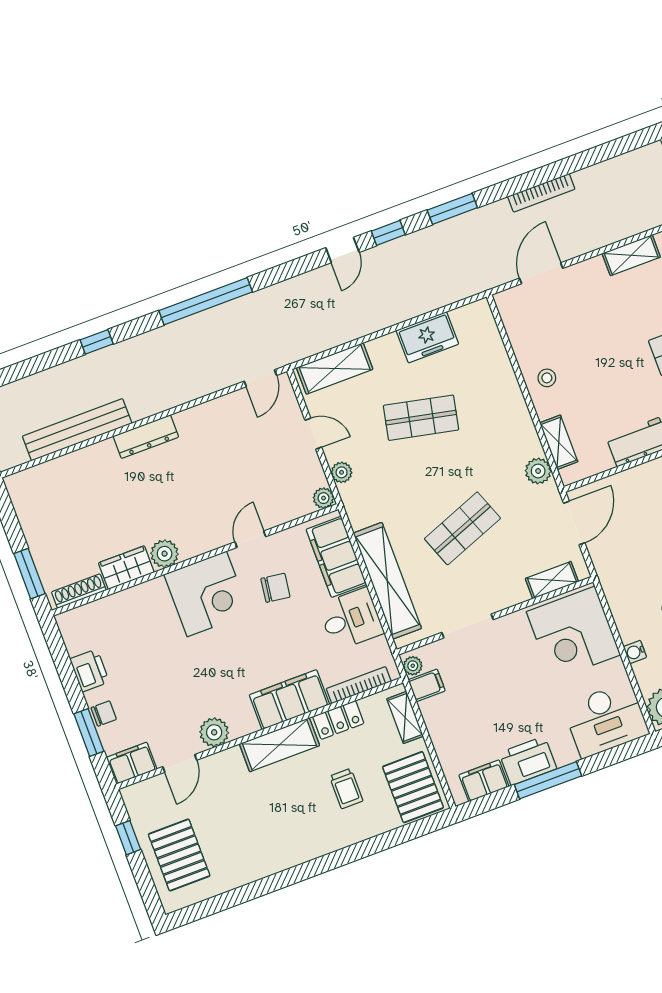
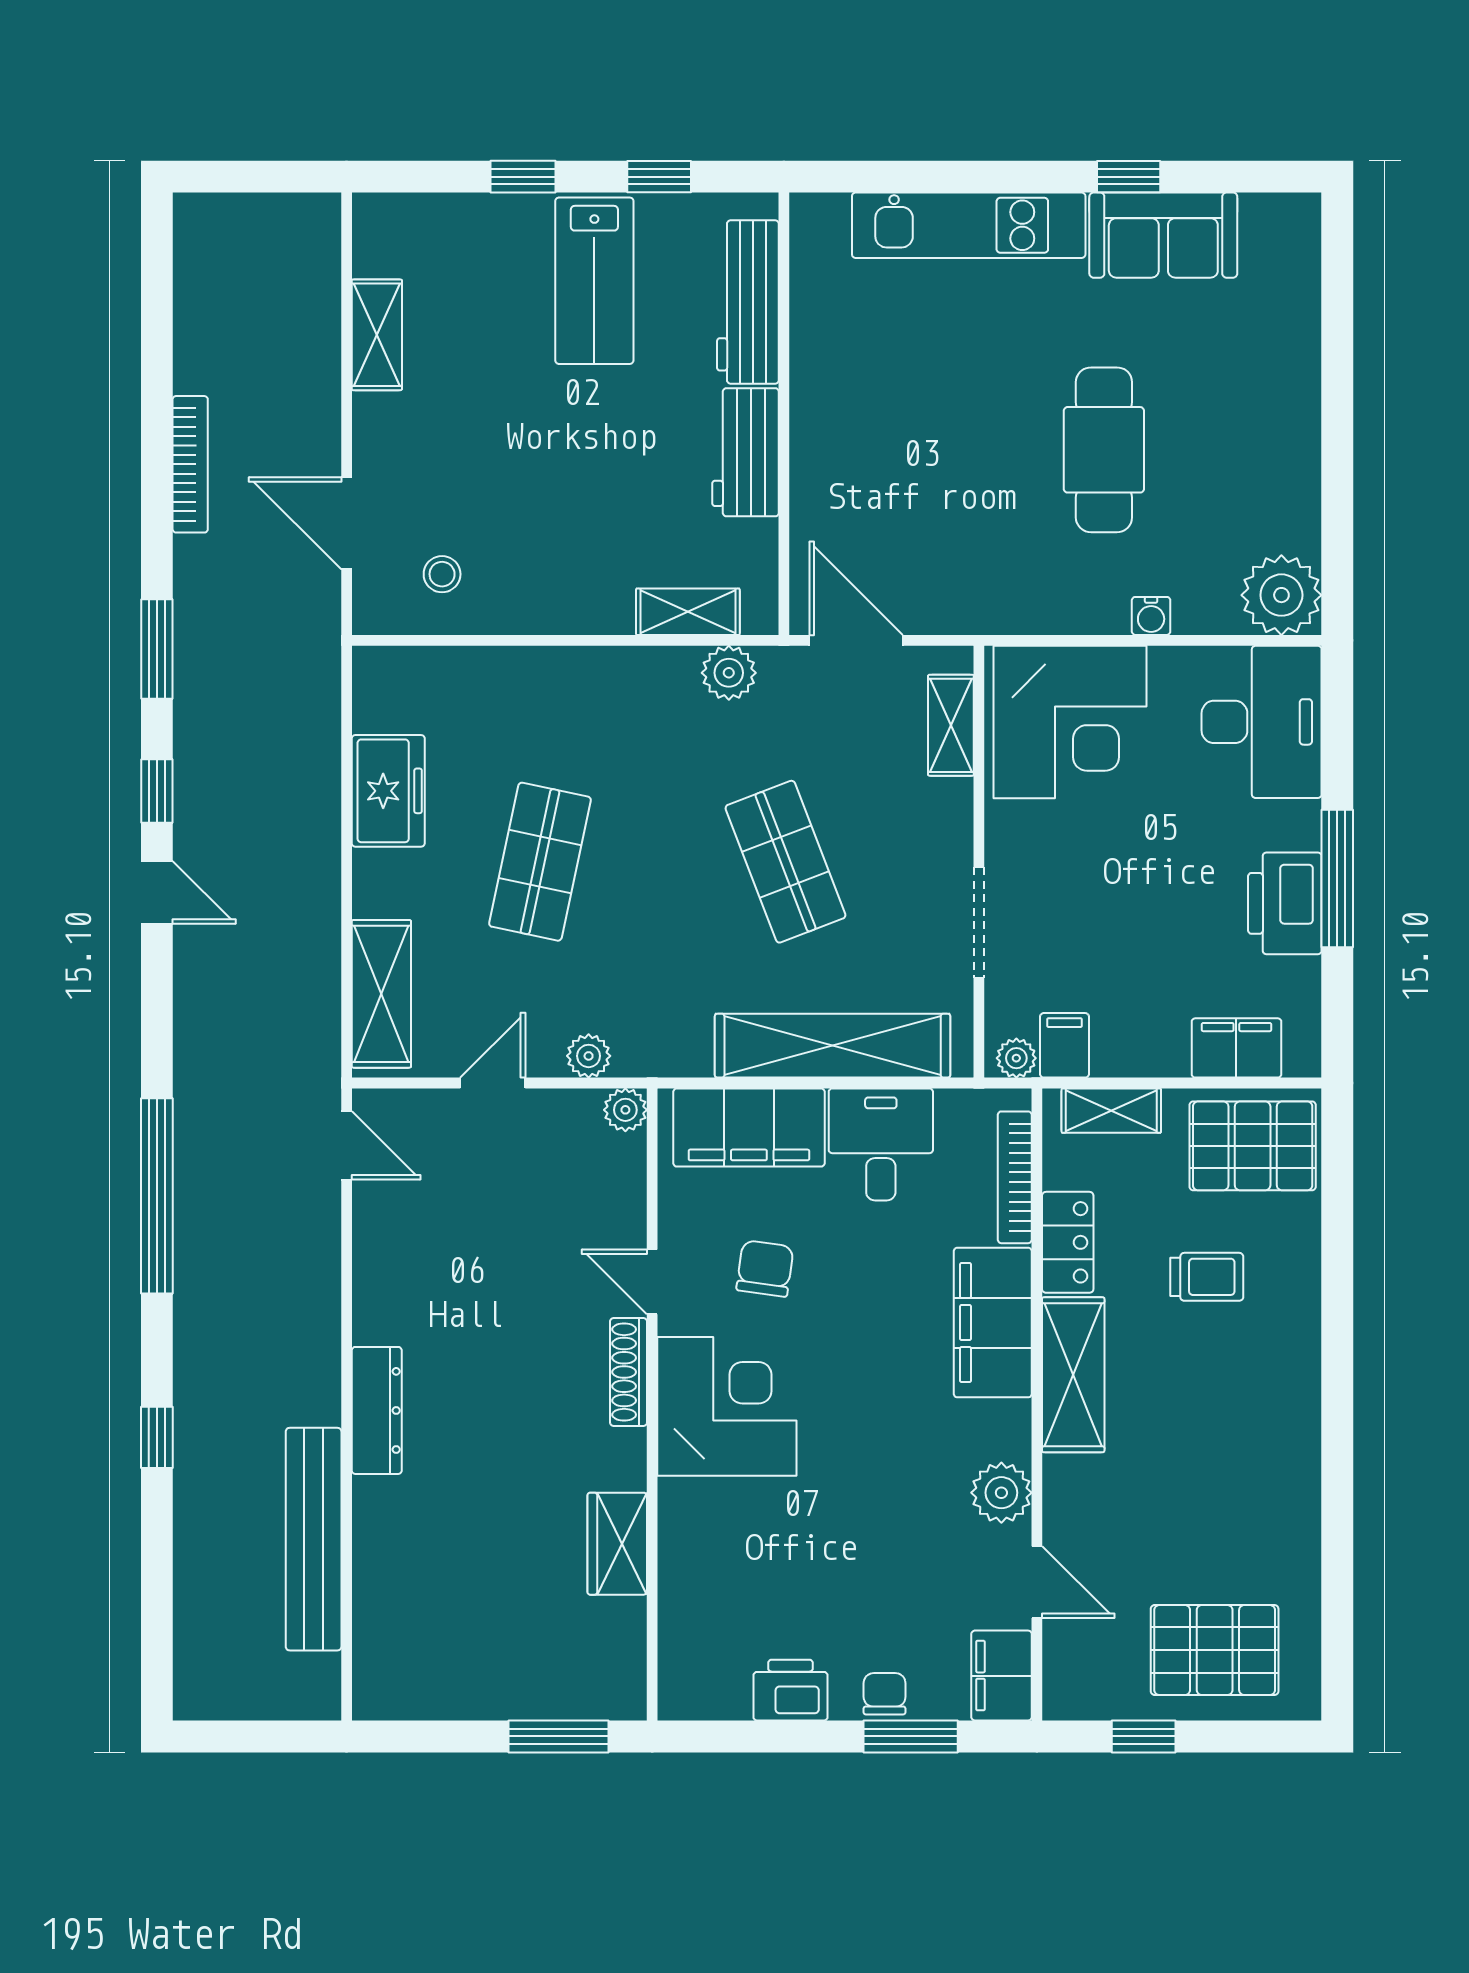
stool: (547, 378) -> (442, 574), moved
plant: (165, 554) -> (618, 1459), removed
shoe rack: (79, 591) -> (629, 1372), moved
filing cabinet: (484, 781) -> (1236, 1048), moved, turned 90

